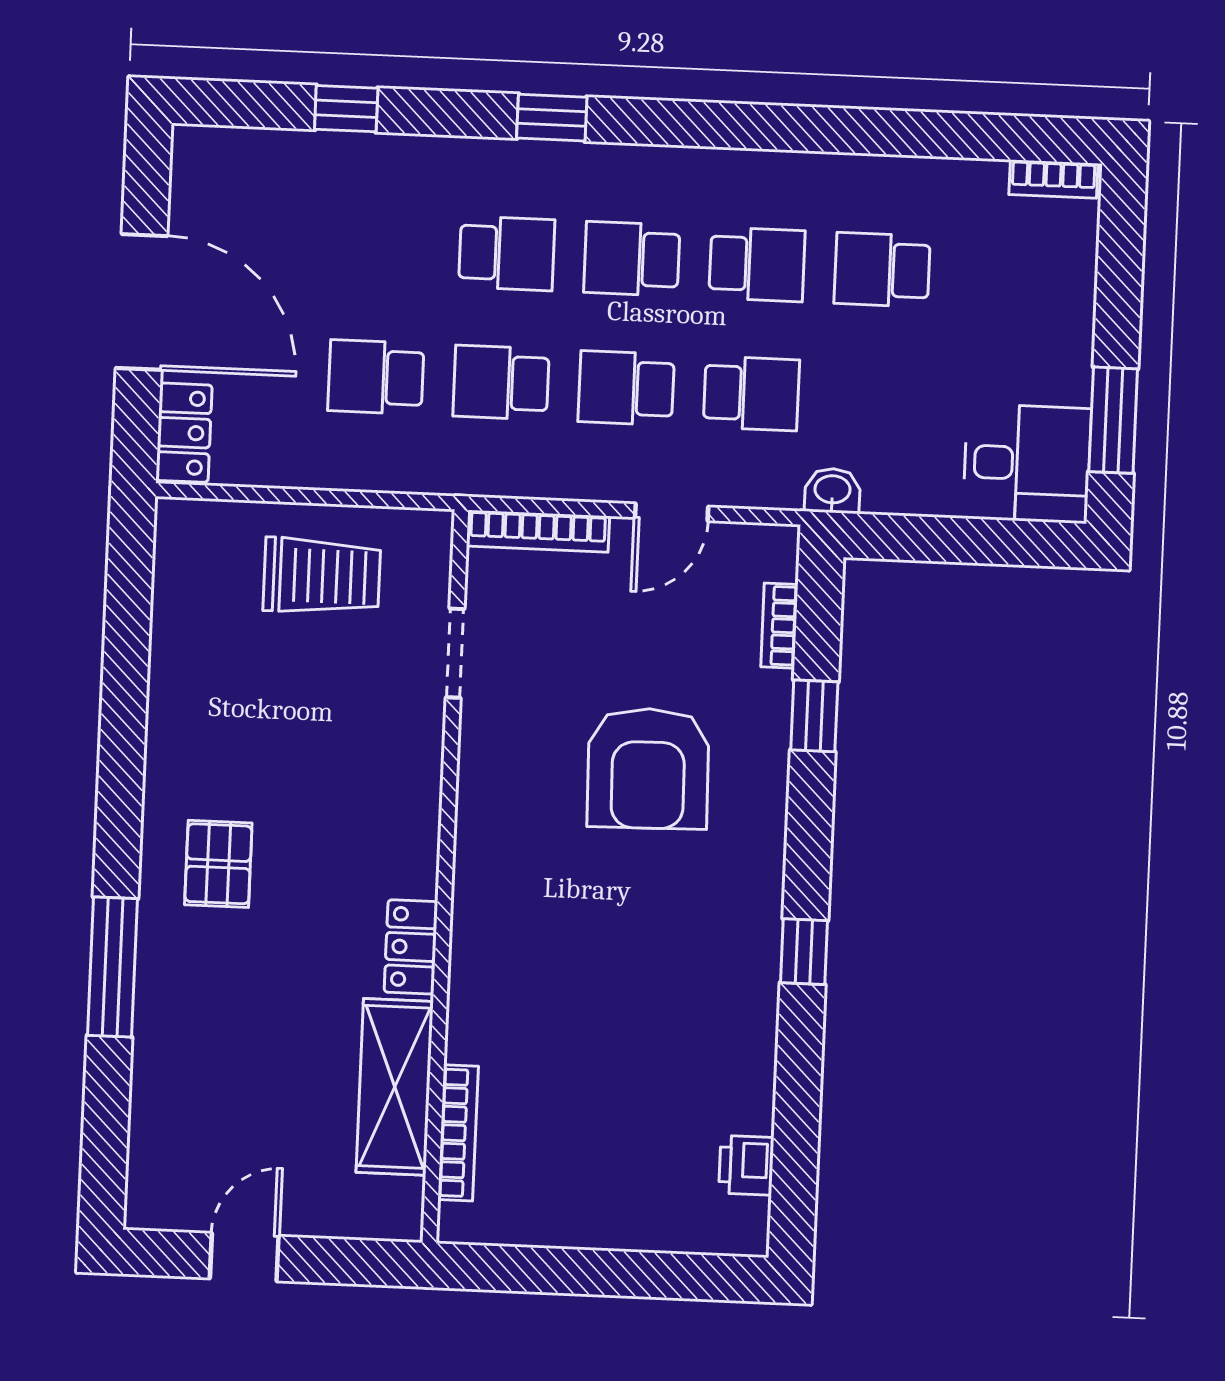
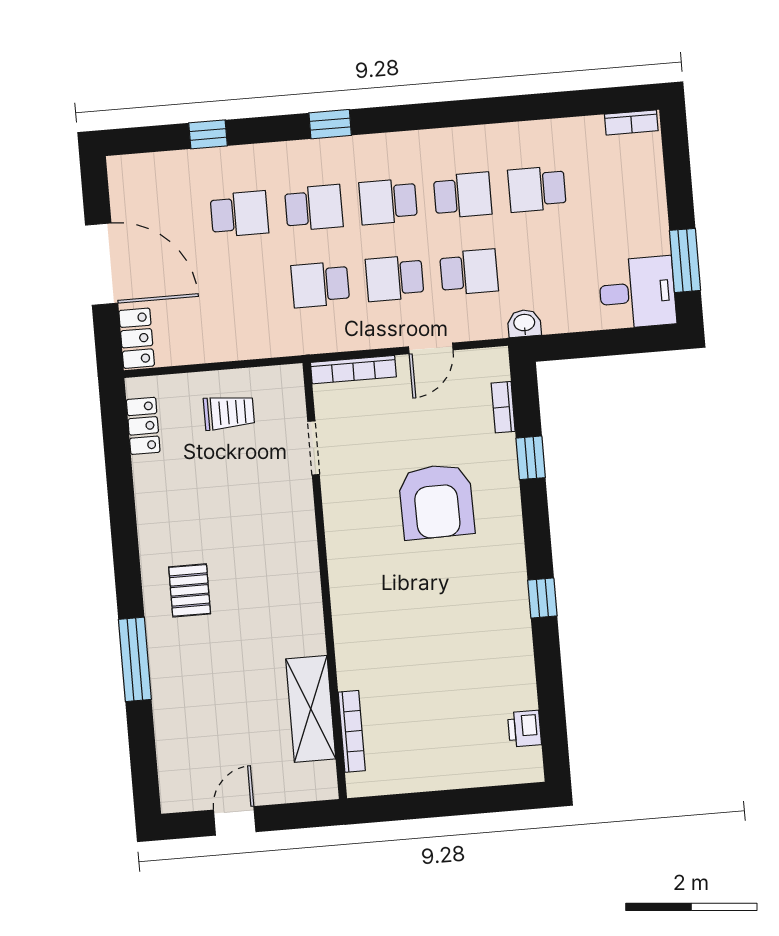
school desk: (376, 377) -> (239, 214), moved, turned 180
trolley: (322, 576) -> (229, 412), width x0.73, depth x0.72
locker: (411, 947) -> (143, 426), moved, turned 180

